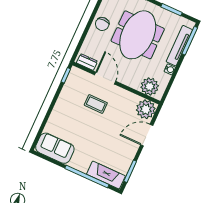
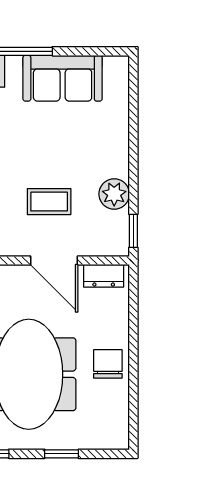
plant: (67, 95) -> (114, 194), added
sofa: (55, 148) -> (63, 78), moved

